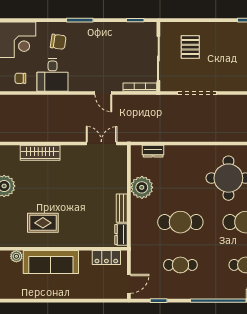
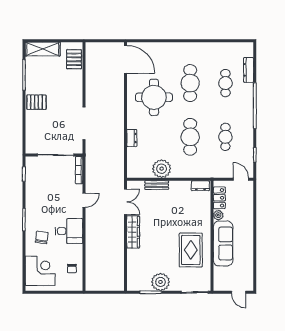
pallet: (190, 47) -> (36, 102), moved
desk: (53, 75) -> (69, 231), moved
double door: (101, 144) -> (126, 202), swing flipped
dresser: (153, 151) -> (132, 138), moved
wardrobe: (40, 153) -> (133, 232), moved
bench: (122, 208) -> (157, 185), moved
rug: (43, 223) -> (191, 250), width x1.36, depth x1.43
plant: (16, 256) -> (218, 215), moved

